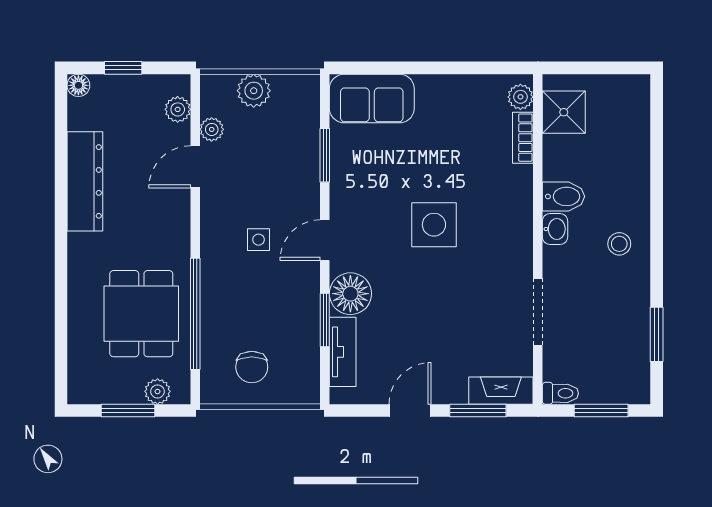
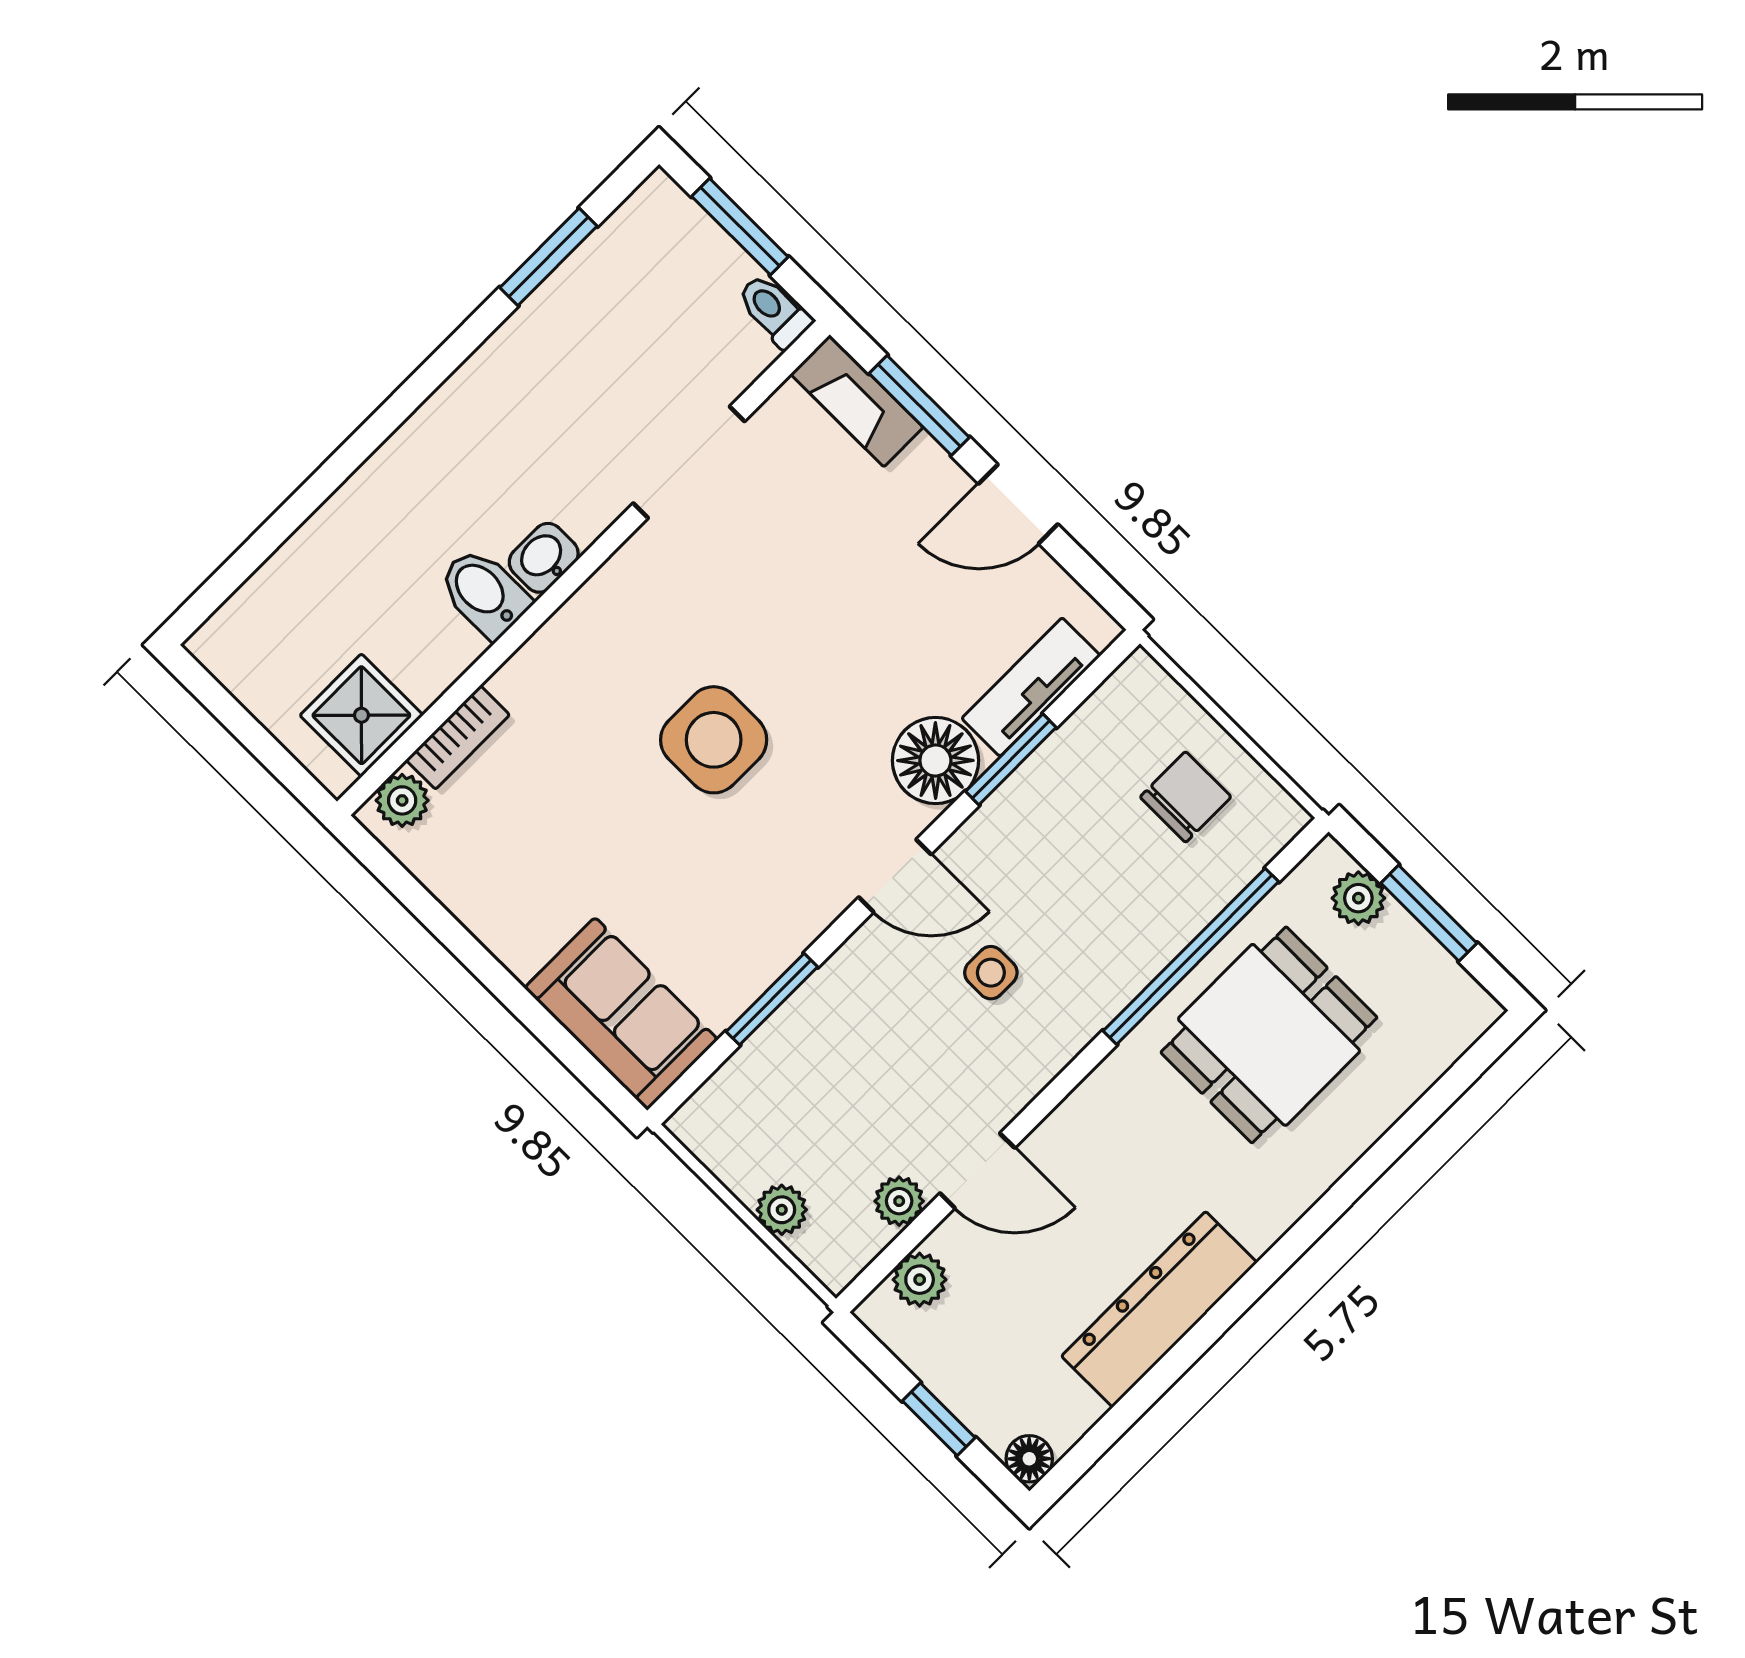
plant: (254, 91) -> (782, 1210), width x0.73, depth x0.73
stool: (619, 244) -> (472, 443), removed

